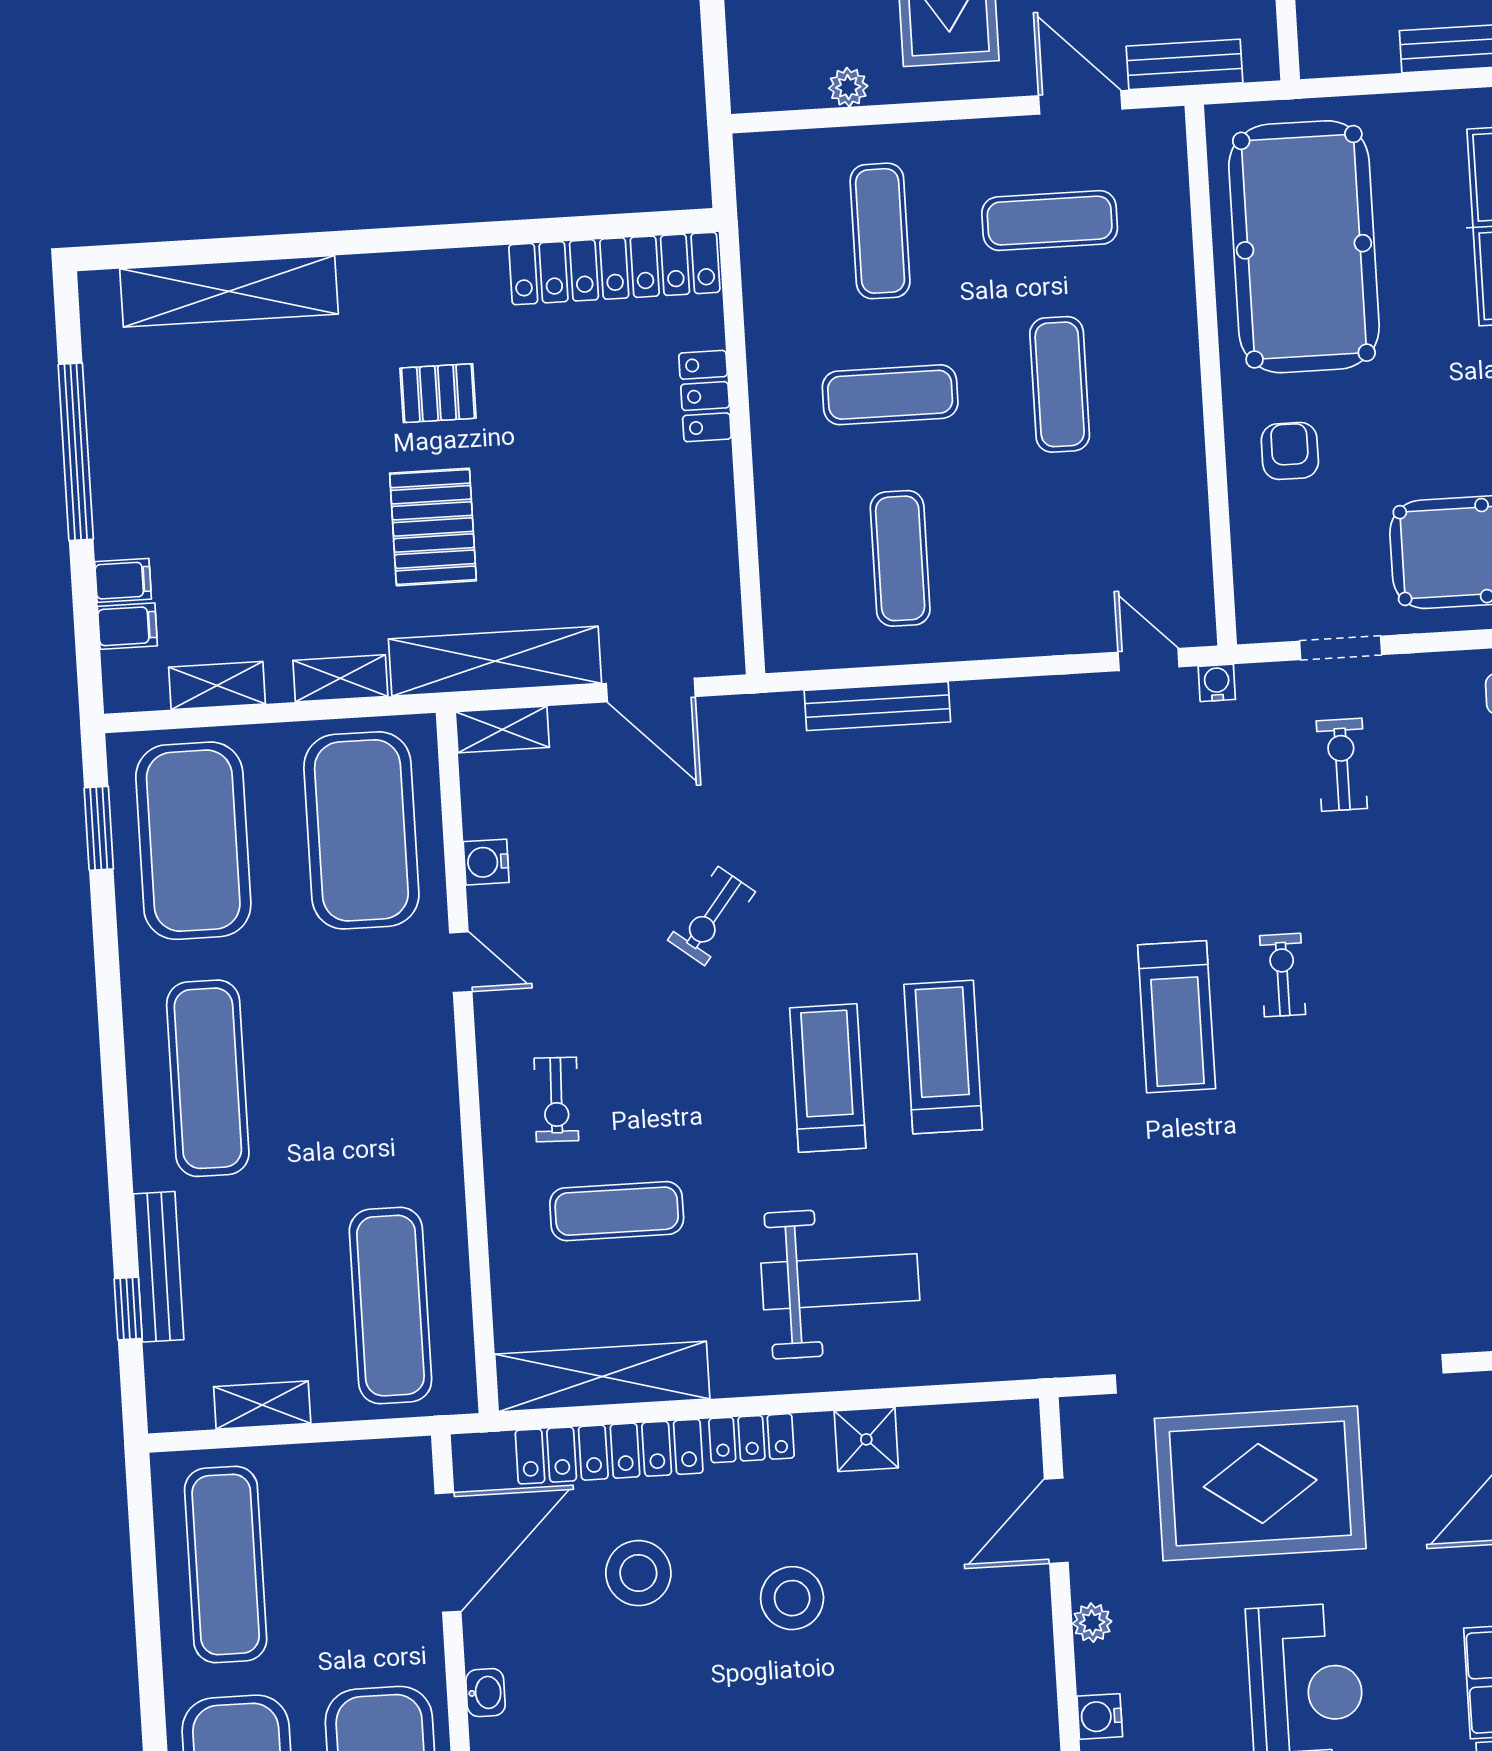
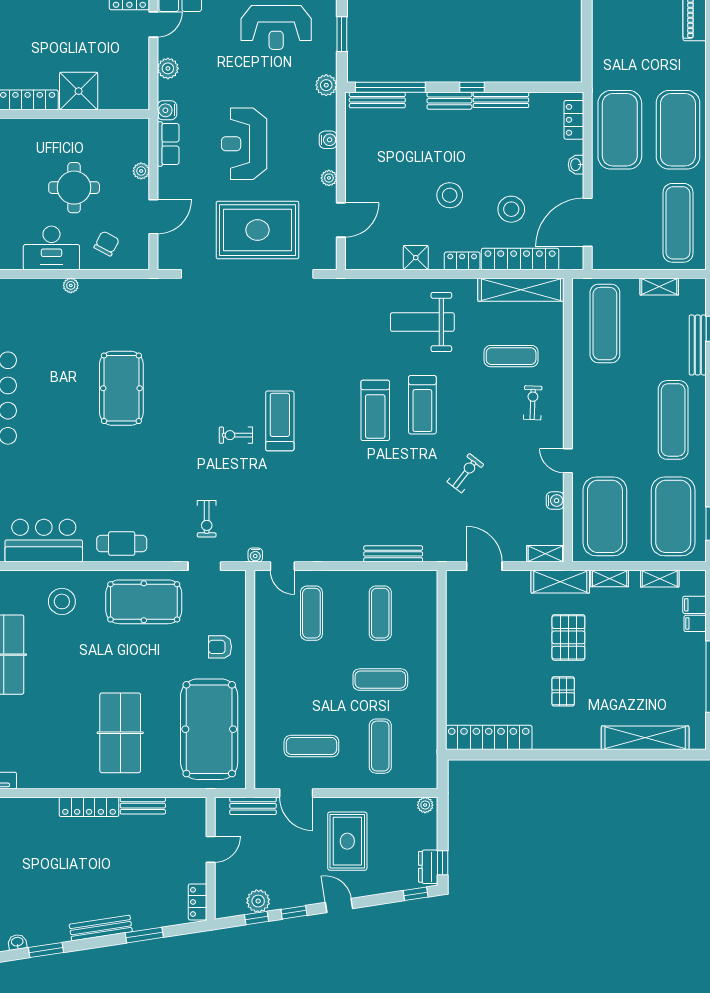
plant: (848, 87) -> (425, 805), moved
exercise mat: (1060, 384) -> (311, 613), moved
pallet: (438, 393) -> (563, 691), turned 90
locker: (705, 396) -> (455, 684), removed
armchair: (1290, 451) -> (220, 647), turned 90
shelving: (495, 661) -> (560, 582), width x0.68
exercise bike: (1283, 975) -> (236, 435), turned 90

